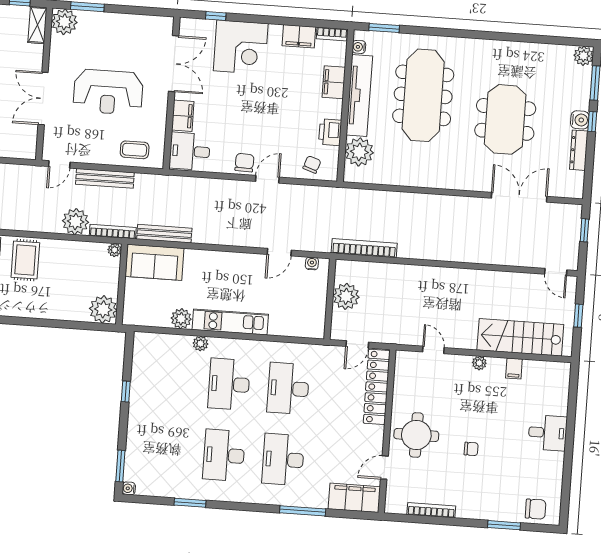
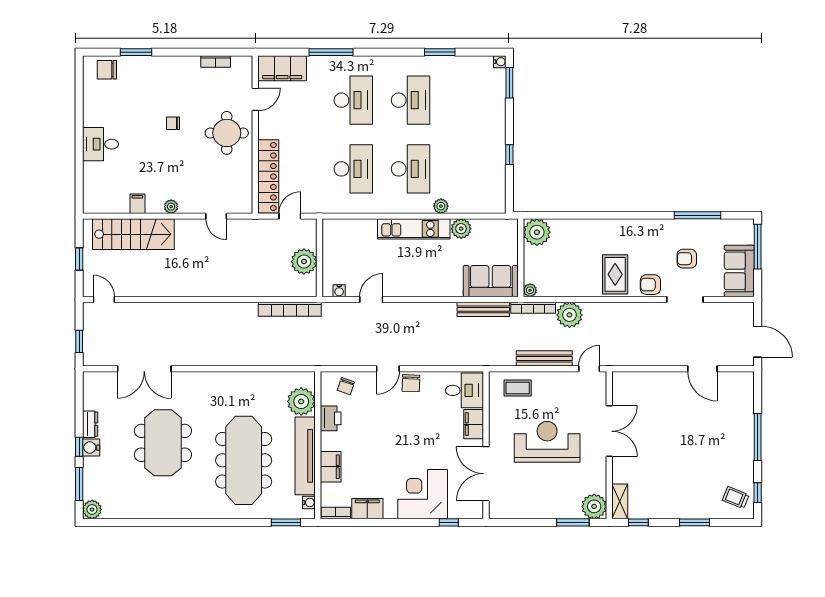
dresser: (579, 150) -> (90, 424), width x0.70
bookcase: (431, 510) -> (216, 61), width x0.64

